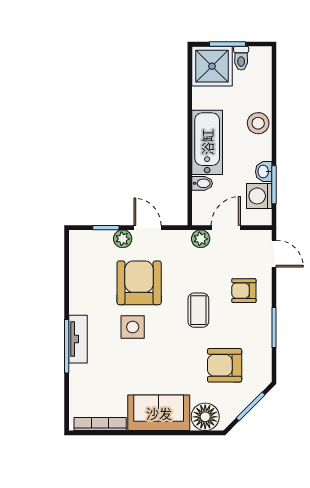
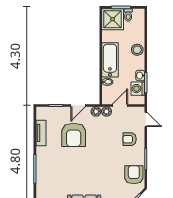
door: (148, 228) -> (78, 105), swing flipped
plant: (123, 239) -> (96, 111), moved
armchair: (139, 283) -> (74, 135), turned 180
coffee table: (198, 310) -> (105, 150), removed
side table: (133, 327) -> (70, 159), removed
tv unit: (78, 339) -> (41, 133), moved
armchair: (225, 365) -> (134, 175), moved, turned 90

